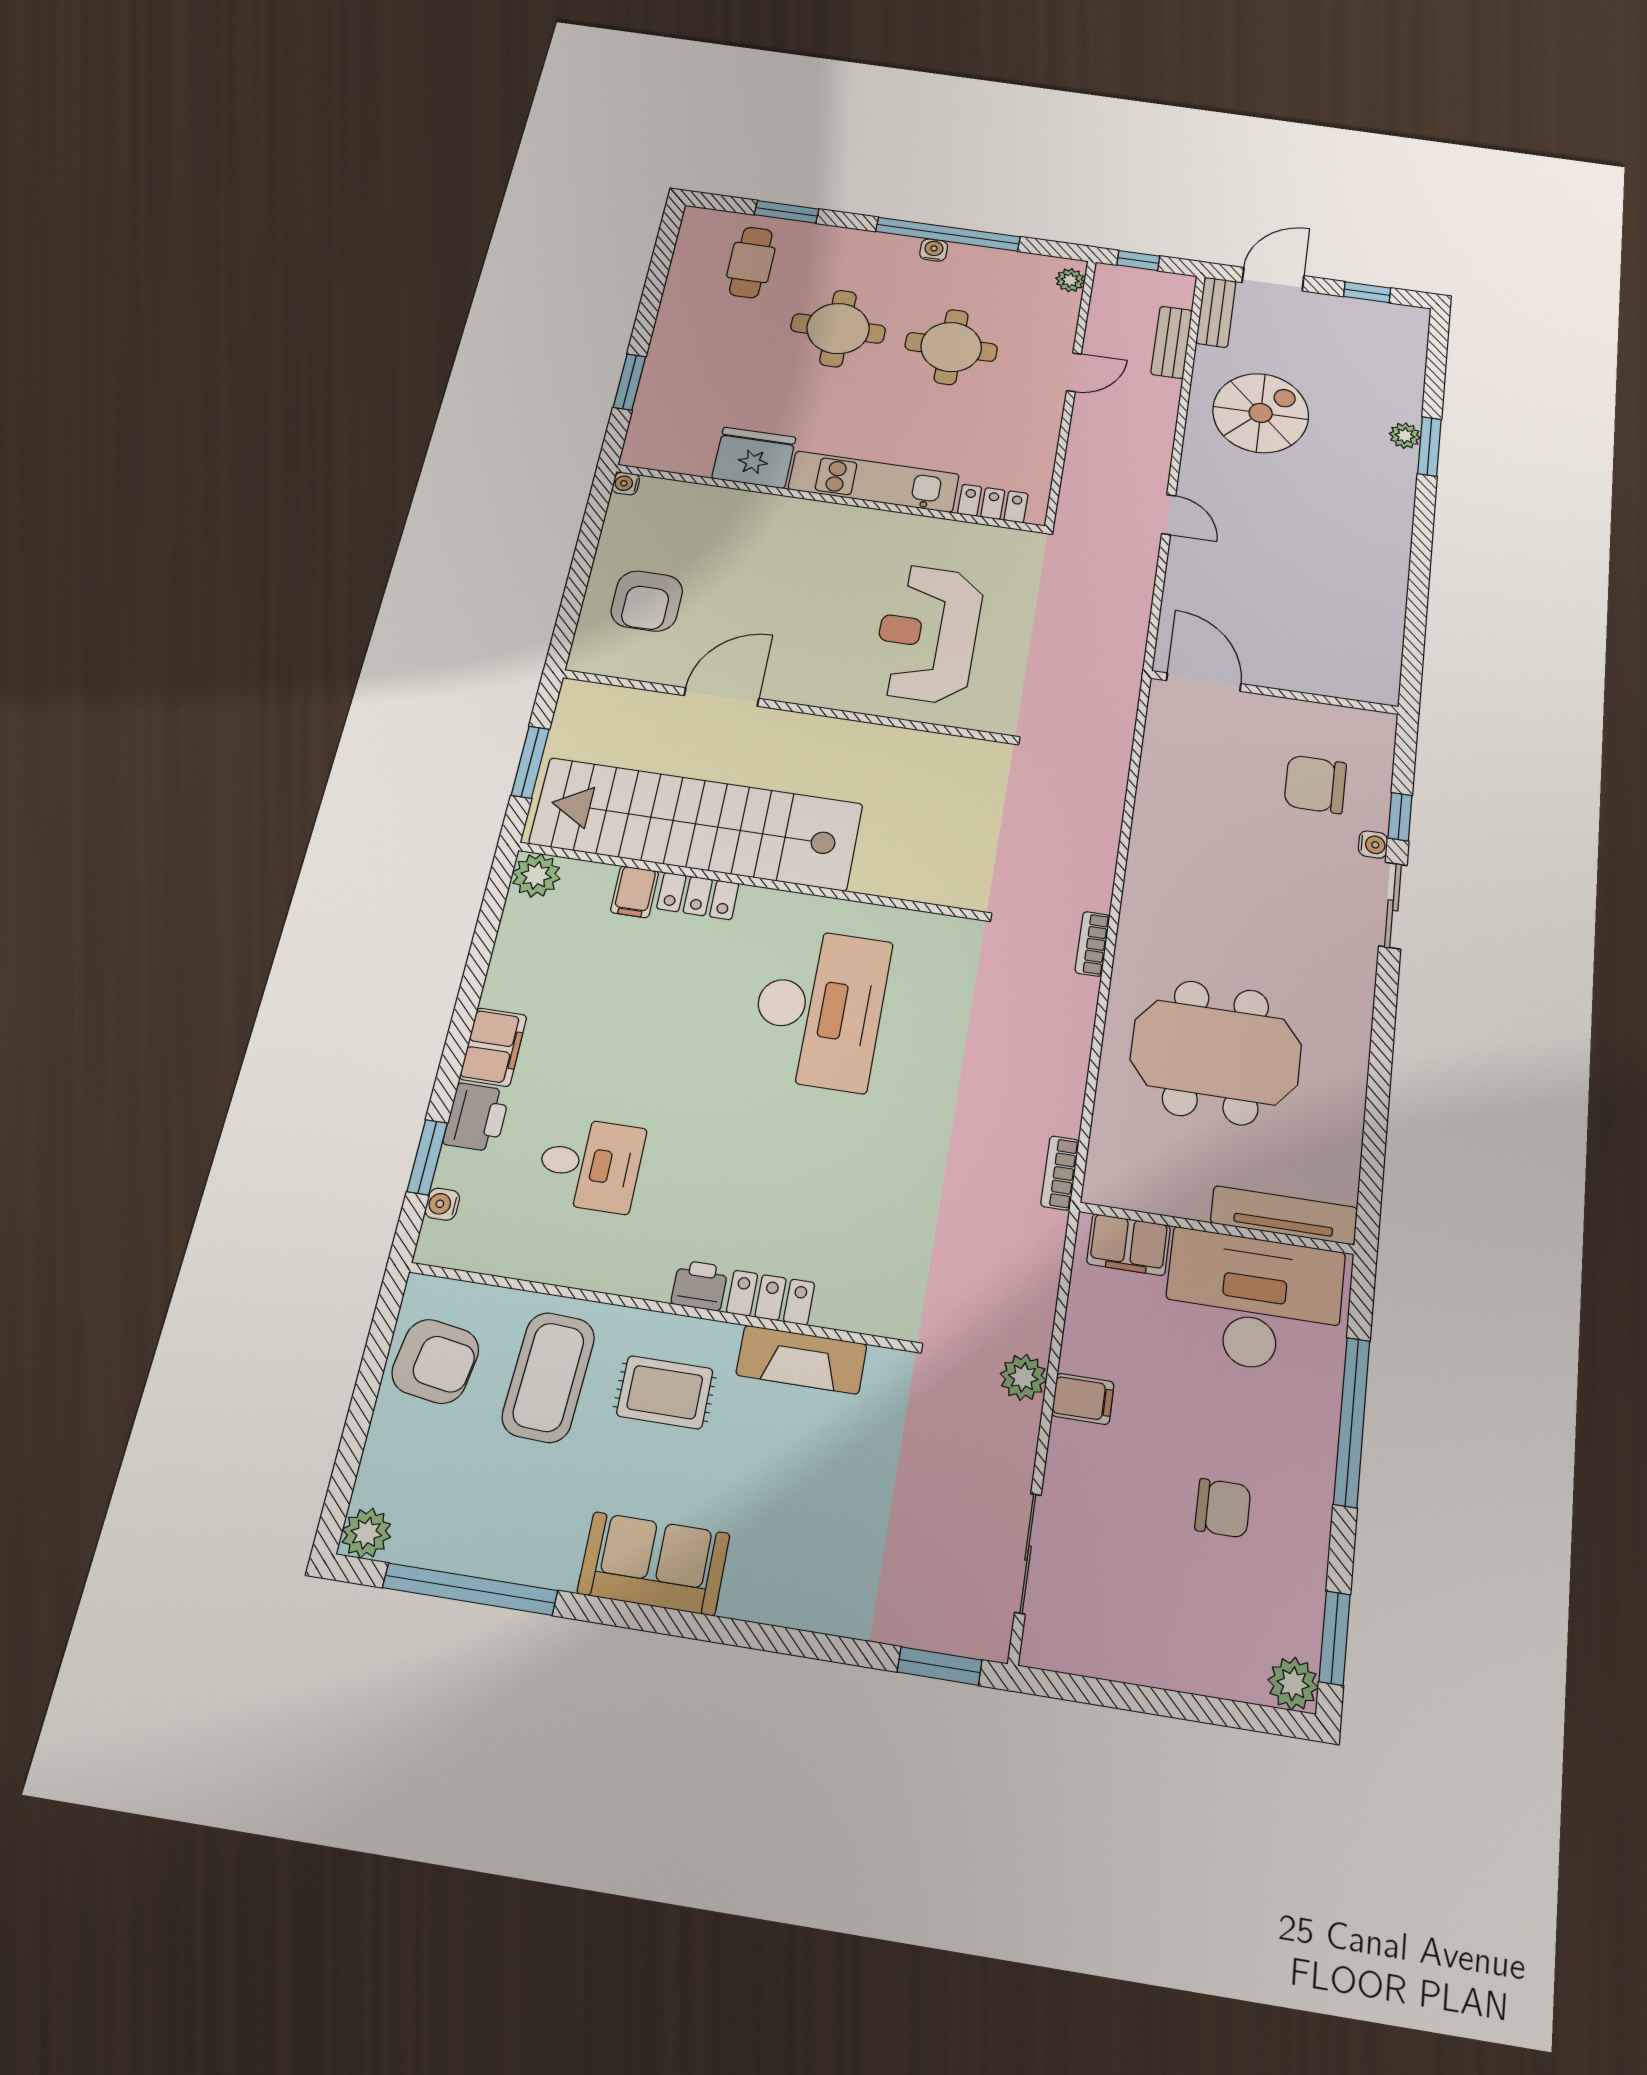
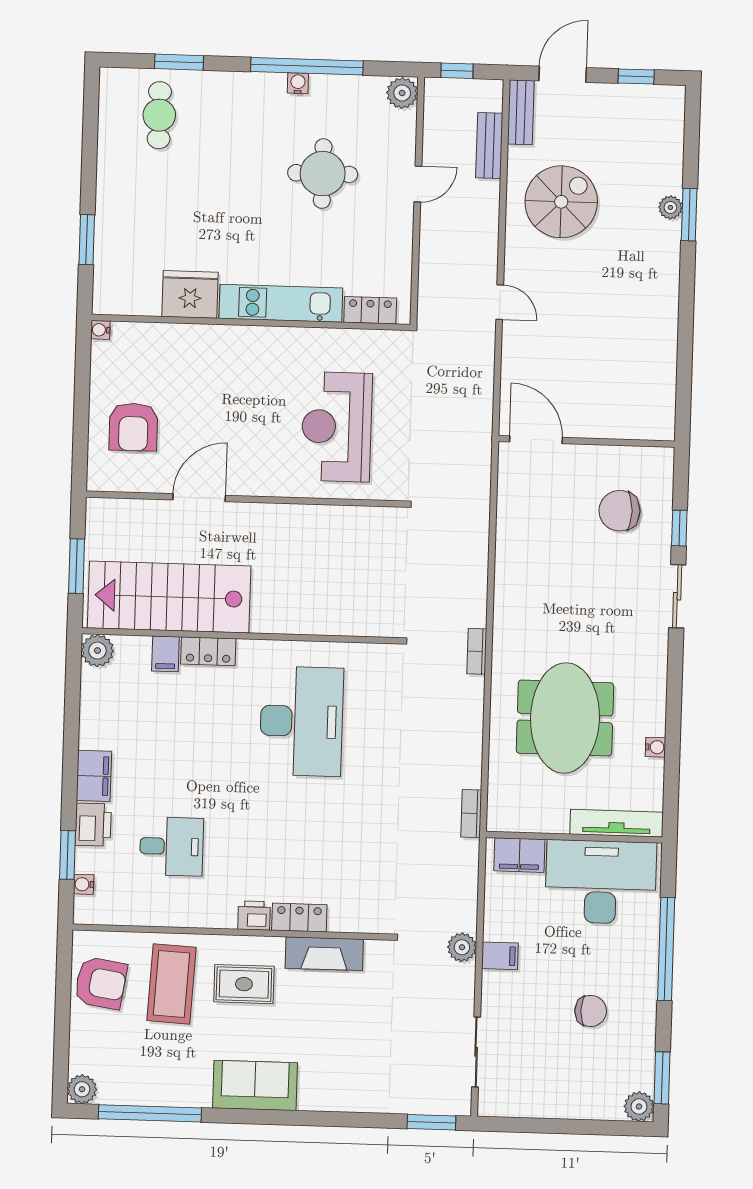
plant: (1070, 280) -> (402, 93), width x1.38, depth x1.38
round table: (838, 328) -> (235, 168), removed
stairs: (697, 824) -> (169, 597), width x0.73
water cooler: (1373, 845) -> (655, 747), moved
meeting table: (1216, 1052) -> (565, 718), turned 90

